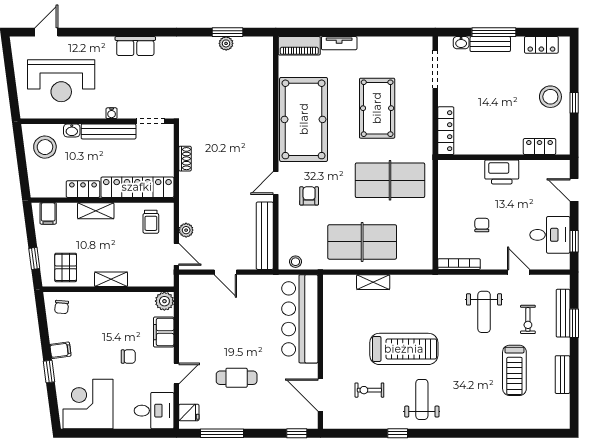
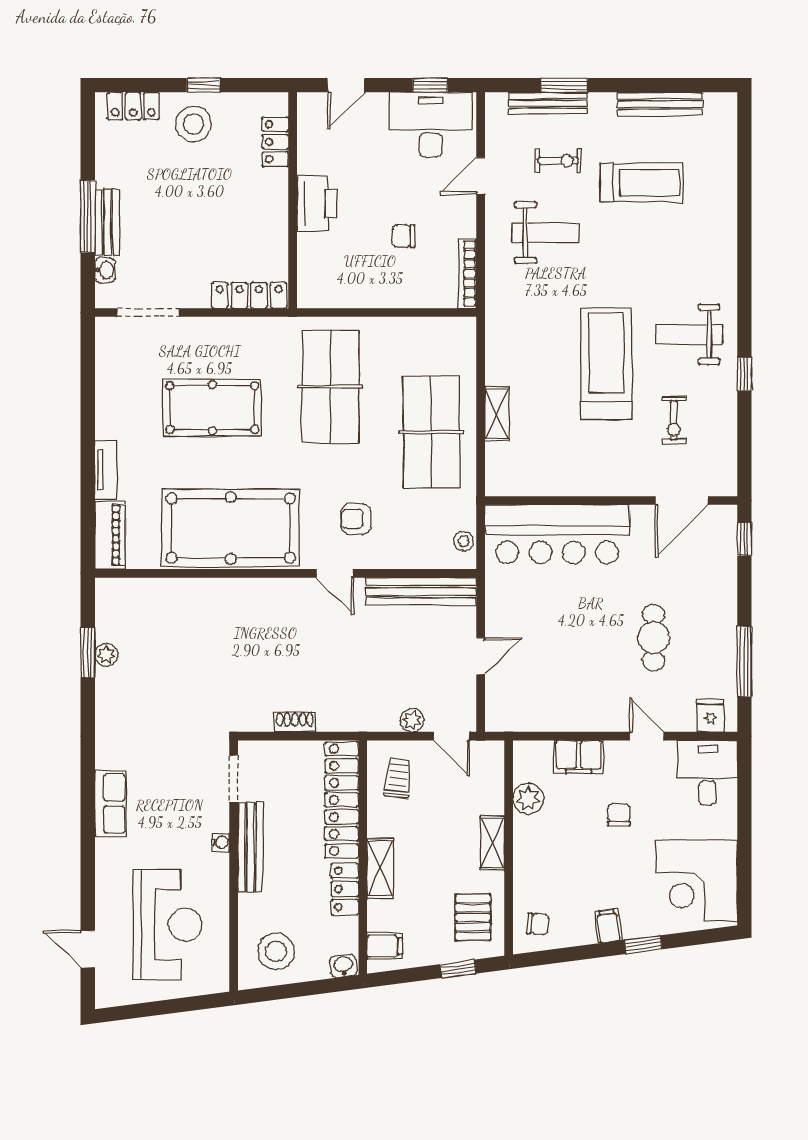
locker: (541, 45) -> (133, 106), moved, turned 90
washbasin: (72, 130) -> (343, 966), moved, turned -97
trolley: (151, 222) -> (398, 778), turned -83
desk: (550, 235) -> (431, 125), width x1.37
door: (176, 254) -> (452, 736), swing flipped
pallet: (66, 267) -> (473, 917), turned 90
plant: (164, 301) -> (528, 799), moved
bench: (563, 375) -> (660, 104), width x1.36

